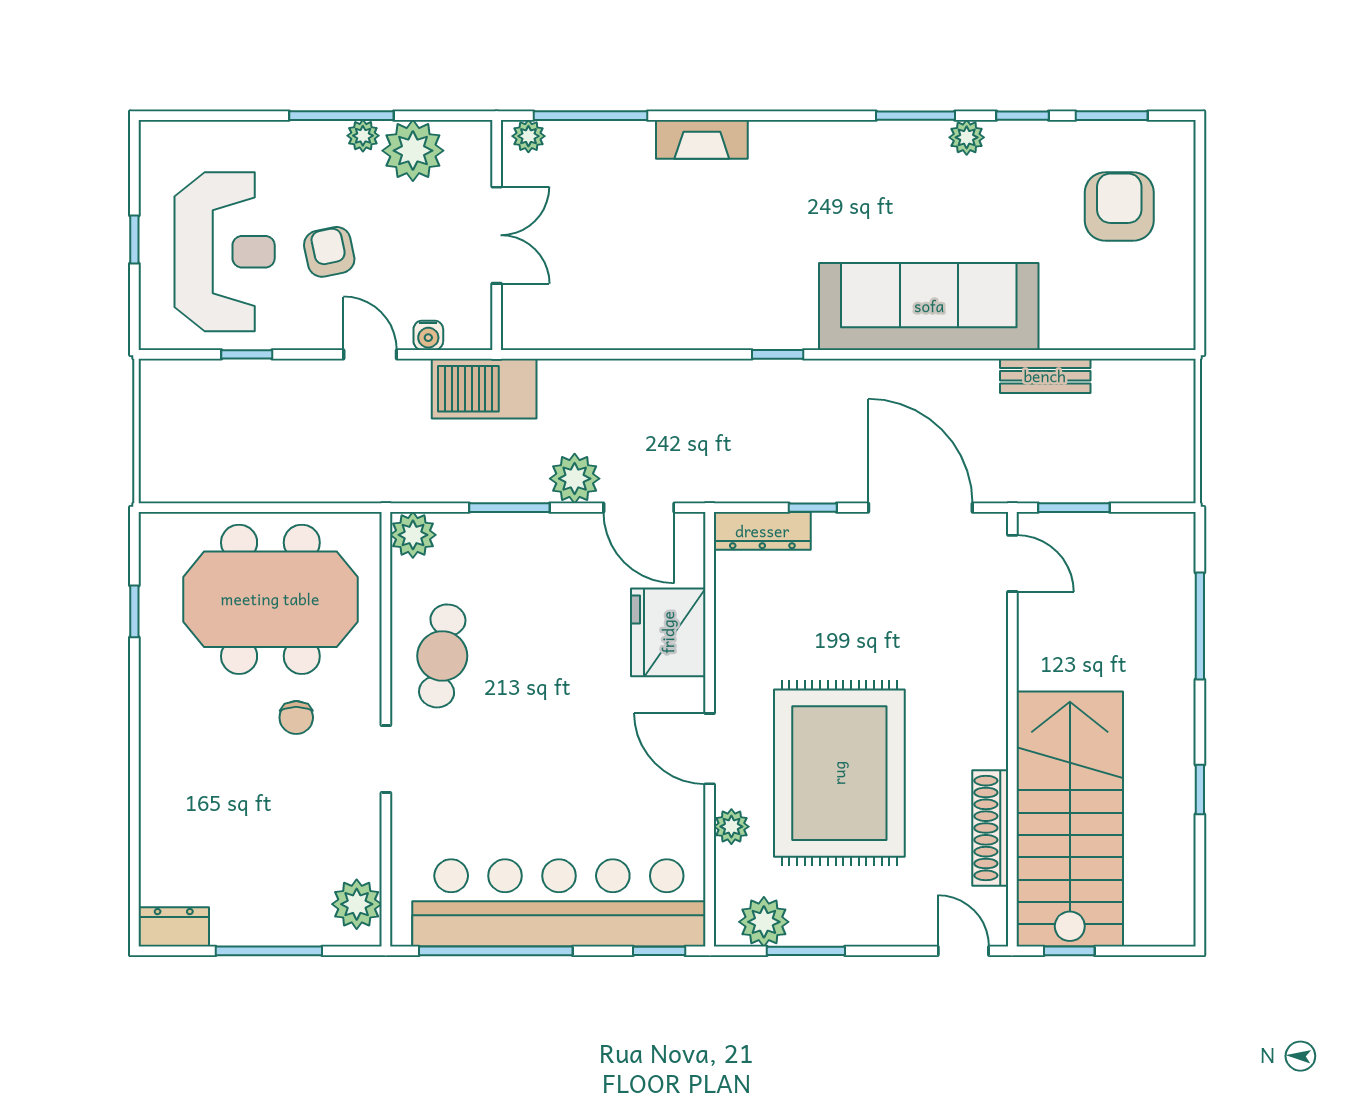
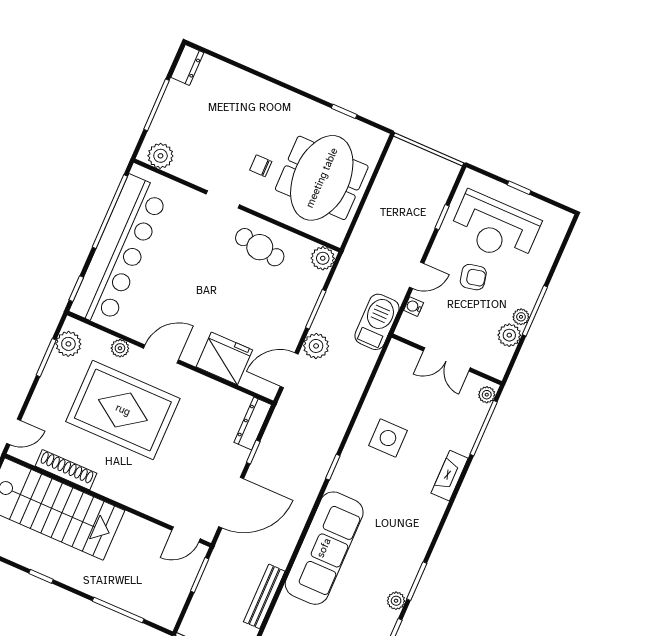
plant: (413, 151) -> (509, 335), width x0.73, depth x0.73
side table: (683, 279) -> (388, 438), added
bench: (1045, 376) -> (264, 596), width x1.36

